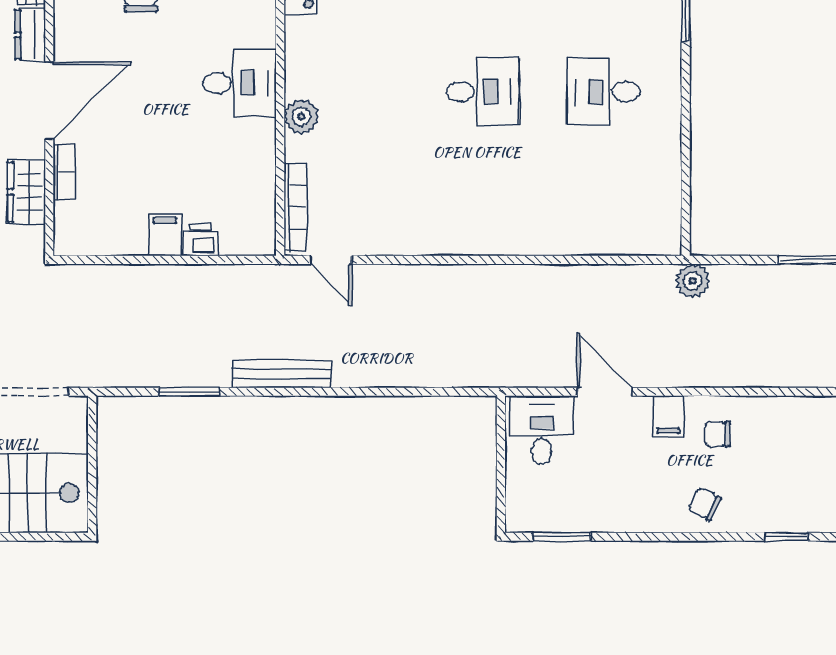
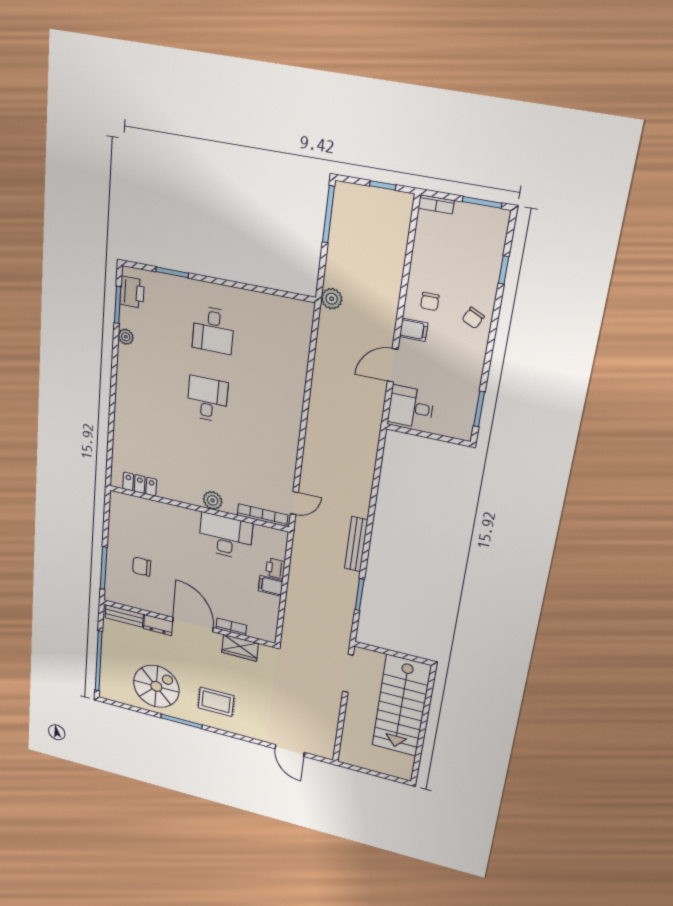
desk: (239, 83) -> (226, 536), moved, width x1.37

